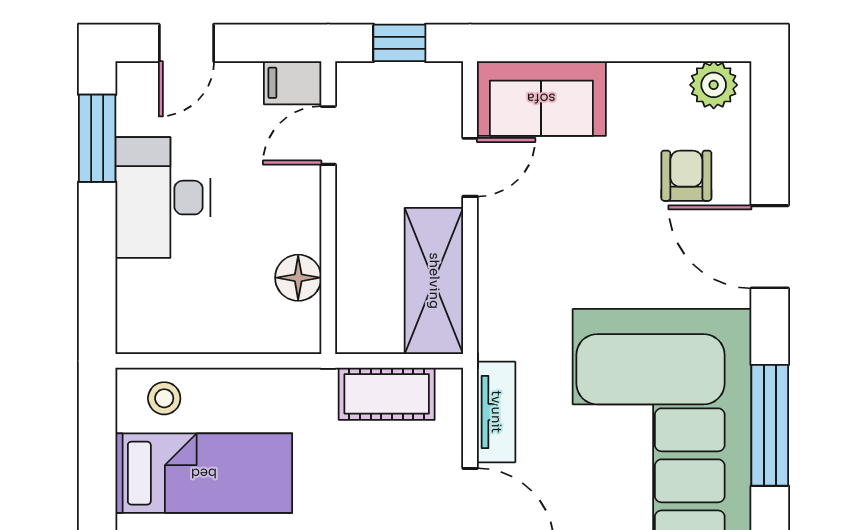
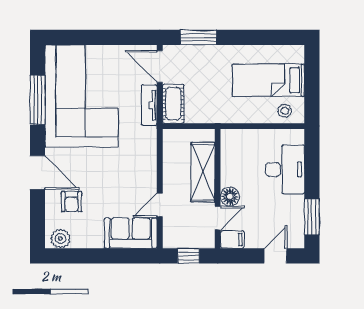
desk: (163, 198) -> (285, 169), moved
floor lamp: (298, 278) -> (230, 197), moved
shelving: (434, 281) -> (203, 172), moved
cot: (387, 394) -> (173, 104), moved, turned 90

